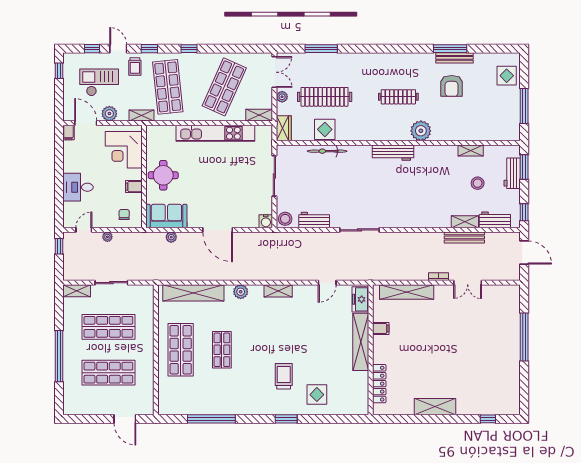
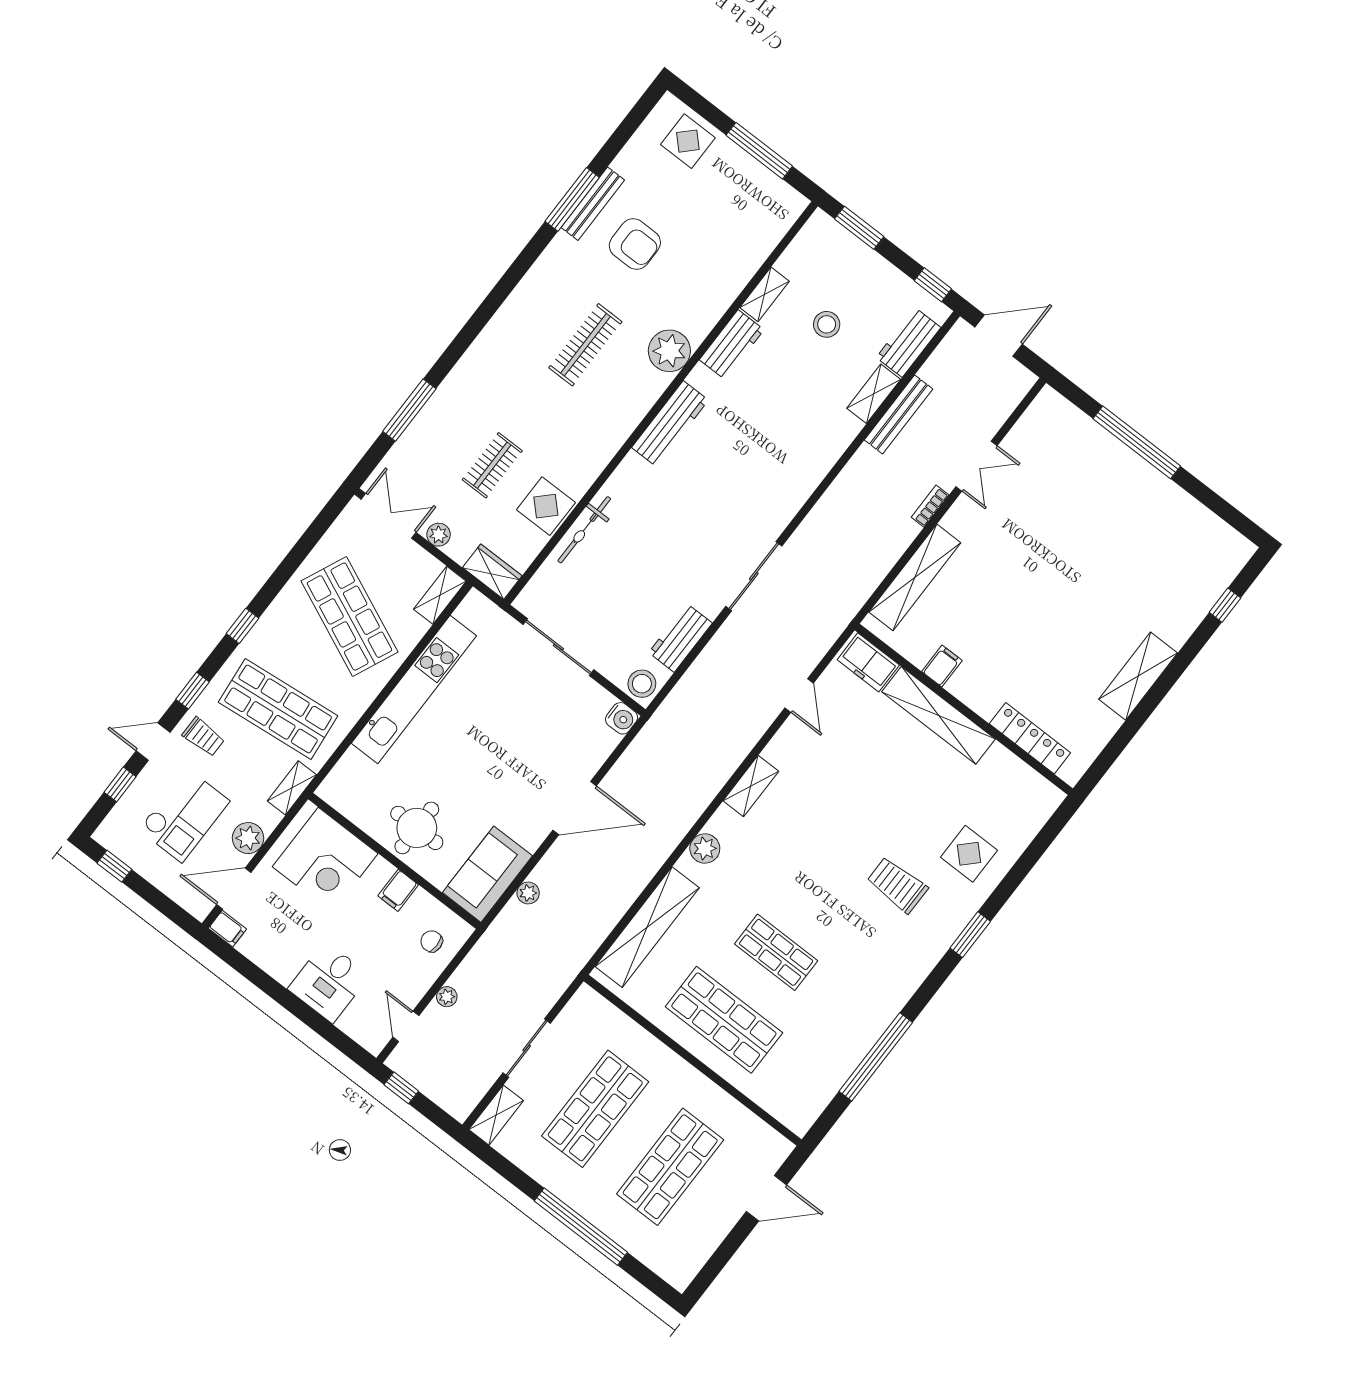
checkout: (99, 82) -> (184, 815), turned 180
clothes rail: (325, 97) -> (492, 465), width x0.54, depth x0.76
workbench: (512, 173) -> (732, 345), moved, turned -90

